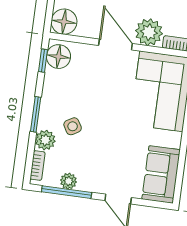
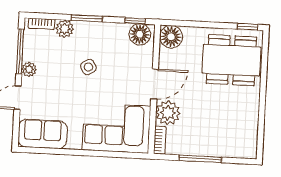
side table: (73, 126) -> (88, 67), moved
plant: (69, 181) -> (29, 69), moved

